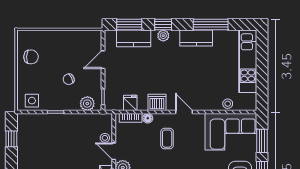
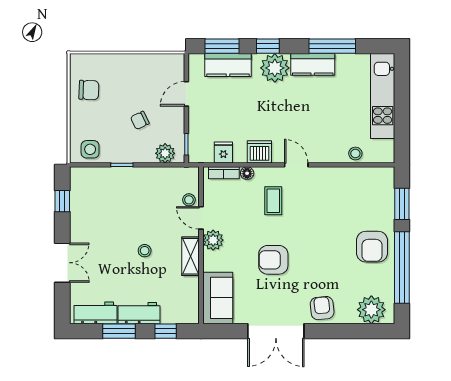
plant: (163, 36) -> (275, 68), width x1.87, depth x1.87
corner sofa: (231, 132) -> (360, 192), removed

